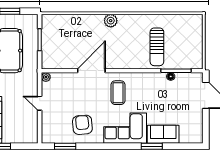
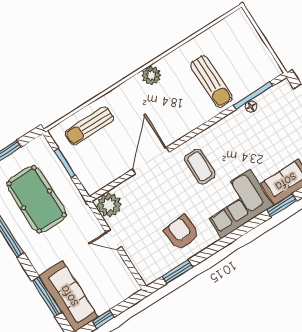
plant: (111, 21) -> (151, 75), moved
sun lounger: (68, 27) -> (89, 126), added
plant: (46, 77) -> (109, 205), width x1.87, depth x1.87

